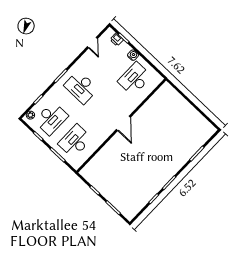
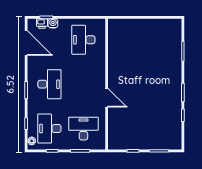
door: (92, 43) -> (26, 43), width x1.88
water cooler: (133, 55) -> (53, 23), moved
desk: (81, 87) -> (49, 84), turned -90
desk: (51, 118) -> (49, 129), turned 180
door: (123, 123) -> (107, 98), moved
desk: (75, 141) -> (83, 129), turned 90

